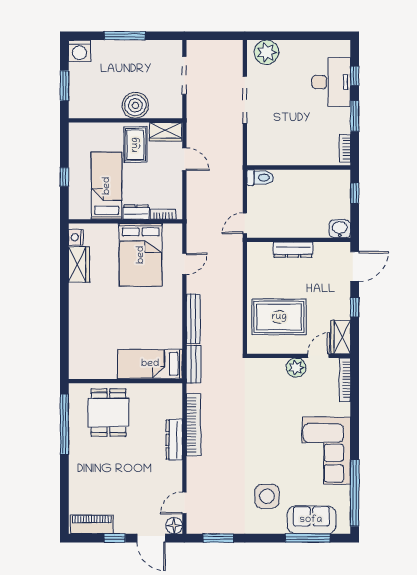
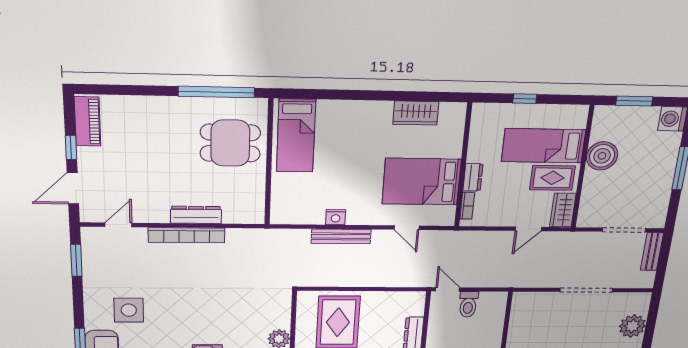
plant: (266, 52) -> (632, 326), moved
boiler: (135, 105) -> (602, 156), moved
toilet: (260, 178) -> (468, 304), moved
bed: (107, 186) -> (543, 146), moved, turned 180
nightstand: (76, 237) -> (336, 217), moved, turned 180
bed: (150, 364) -> (296, 136), moved, turned 180
bench: (194, 364) -> (652, 251), moved, turned 90
bookcase: (193, 425) -> (187, 235), moved
door: (184, 503) -> (118, 225), hinge flipped
floor lamp: (174, 526) -> (90, 213), removed

